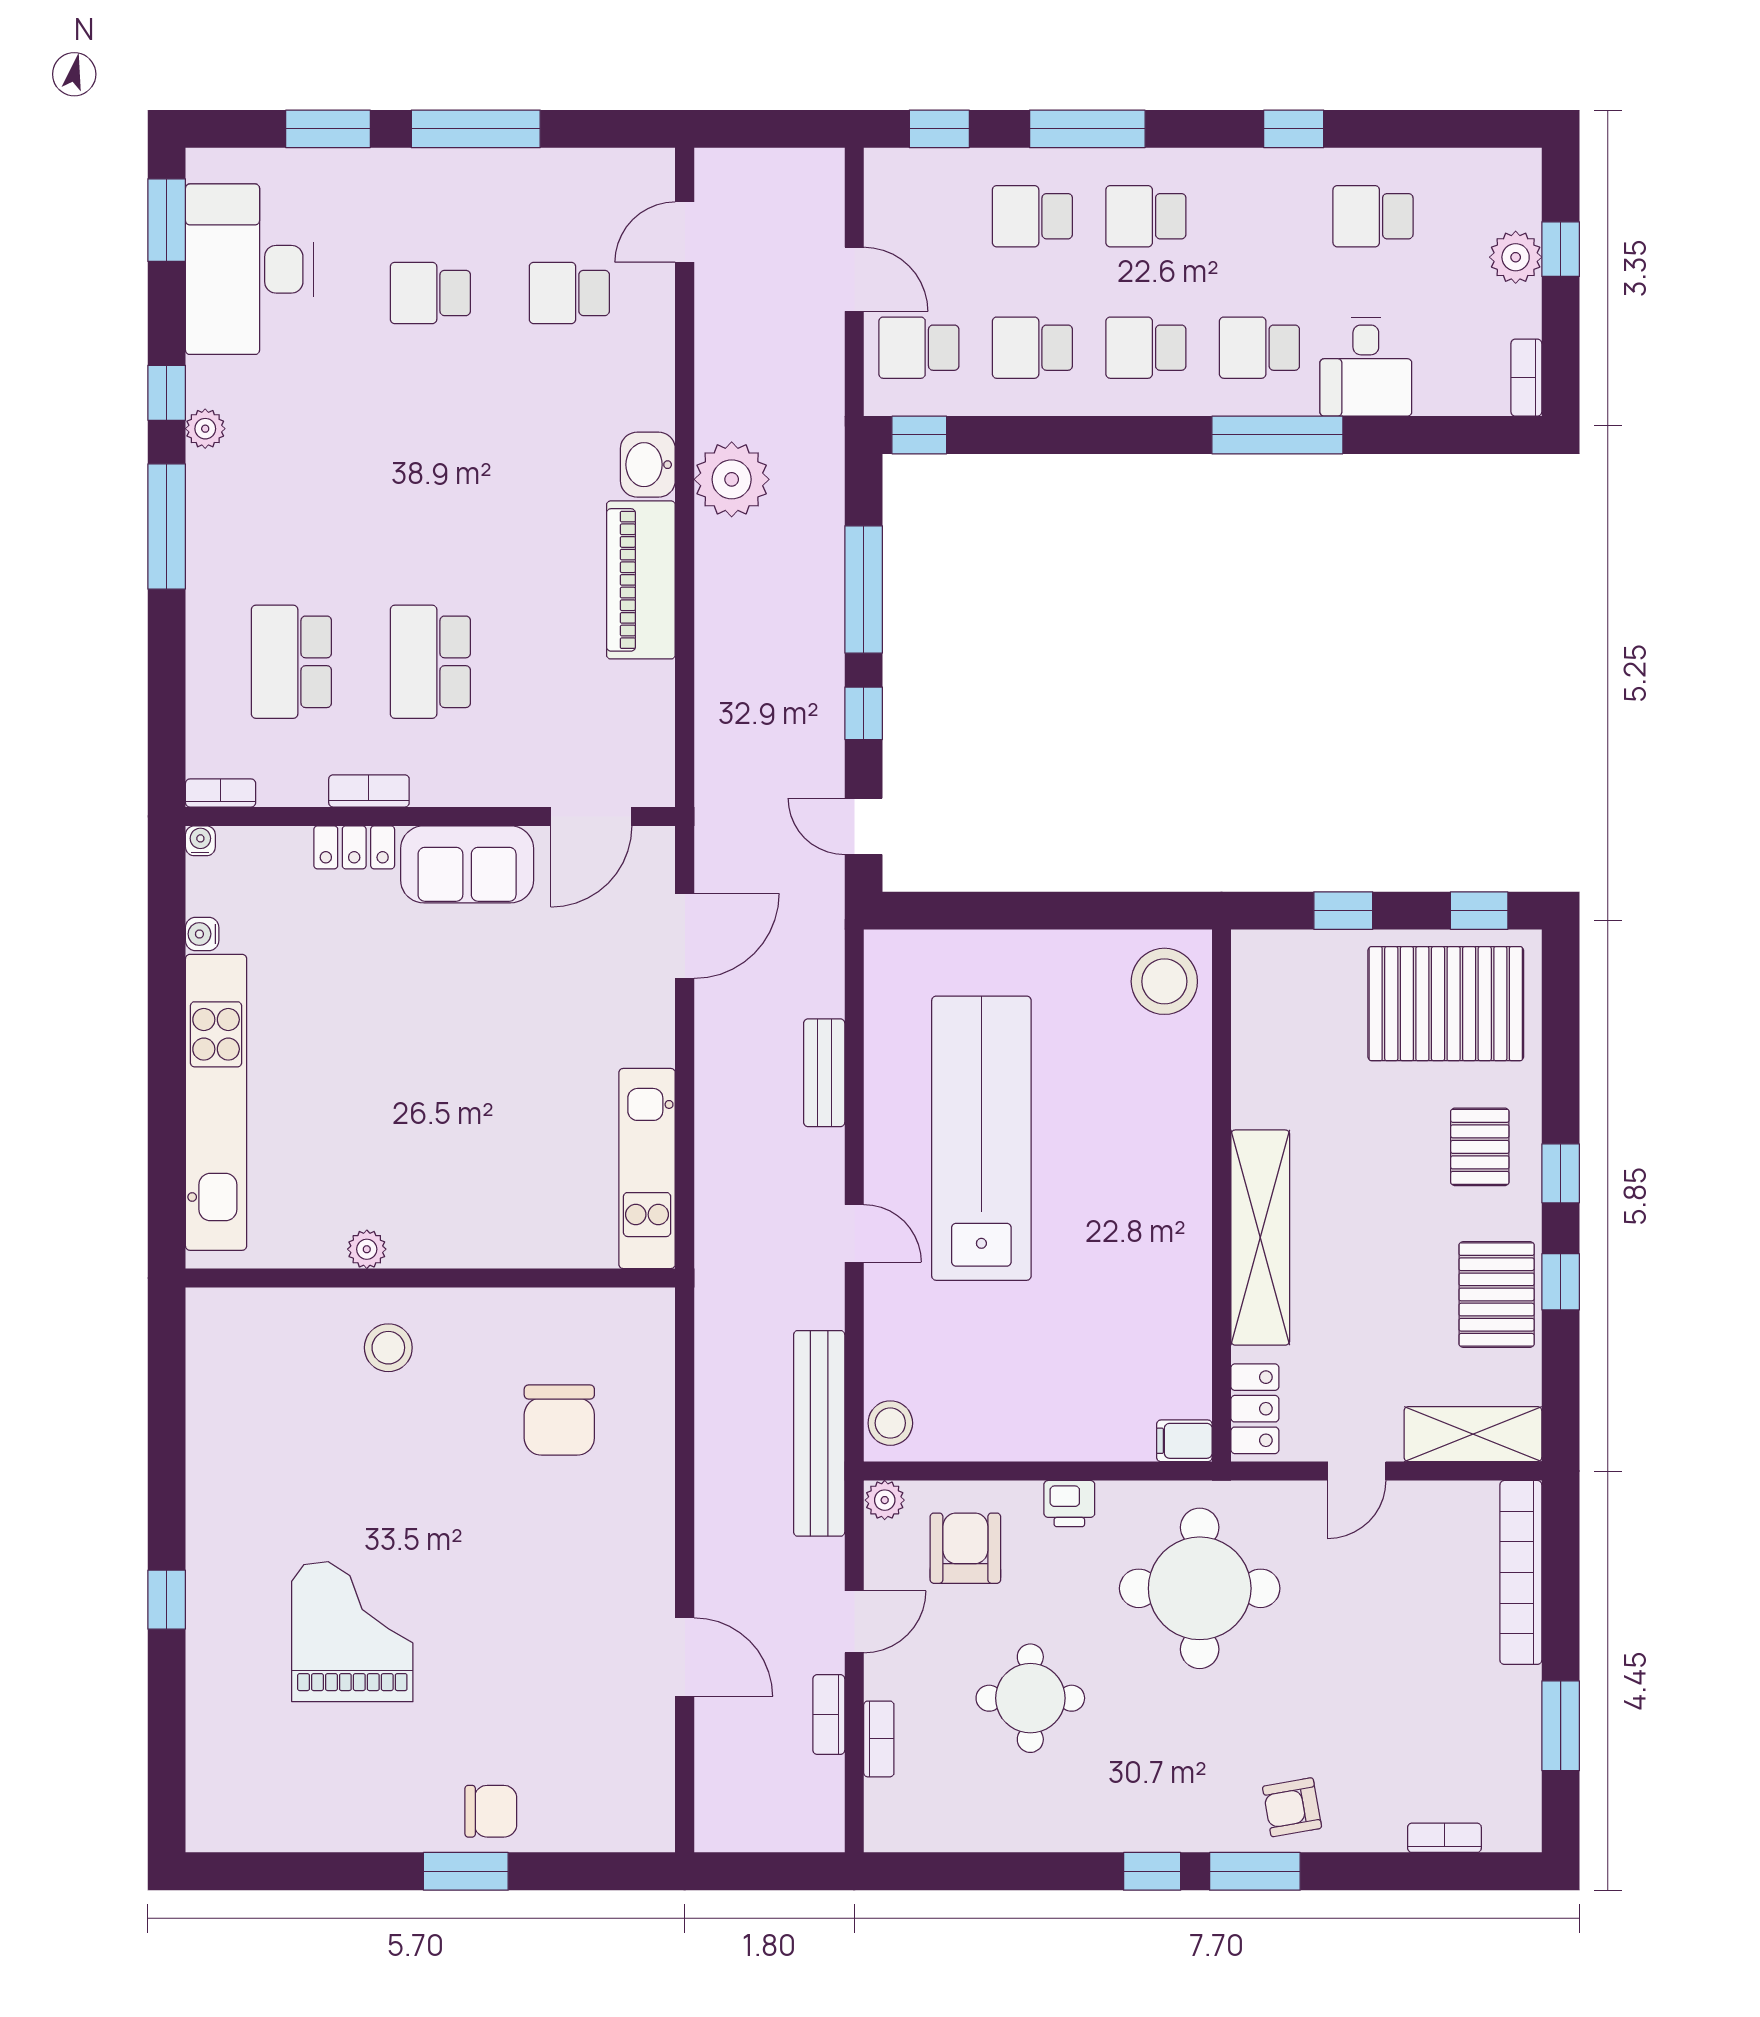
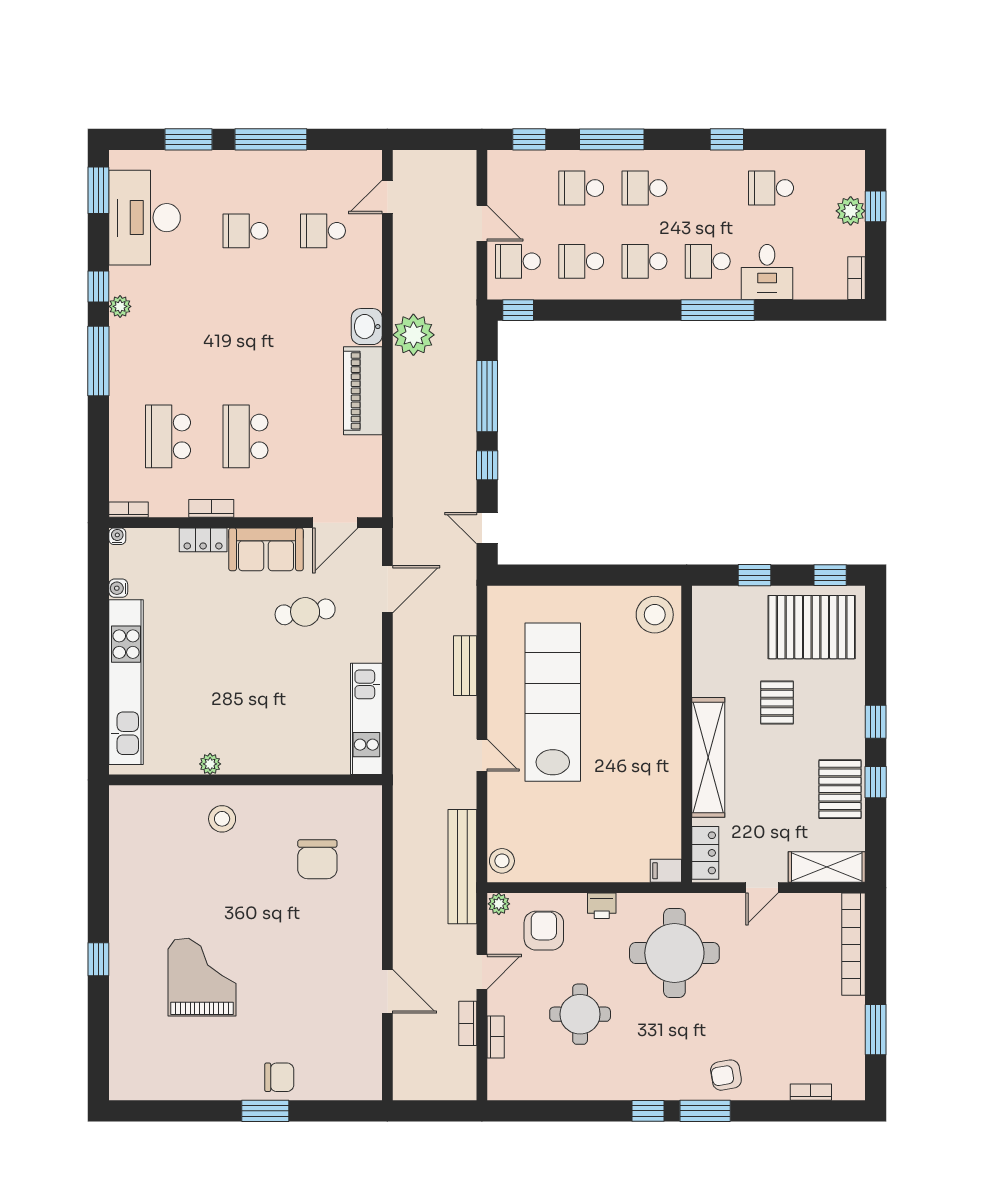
cafe table: (537, 976) -> (305, 612), added
pallet: (1480, 1147) -> (777, 702), moved

